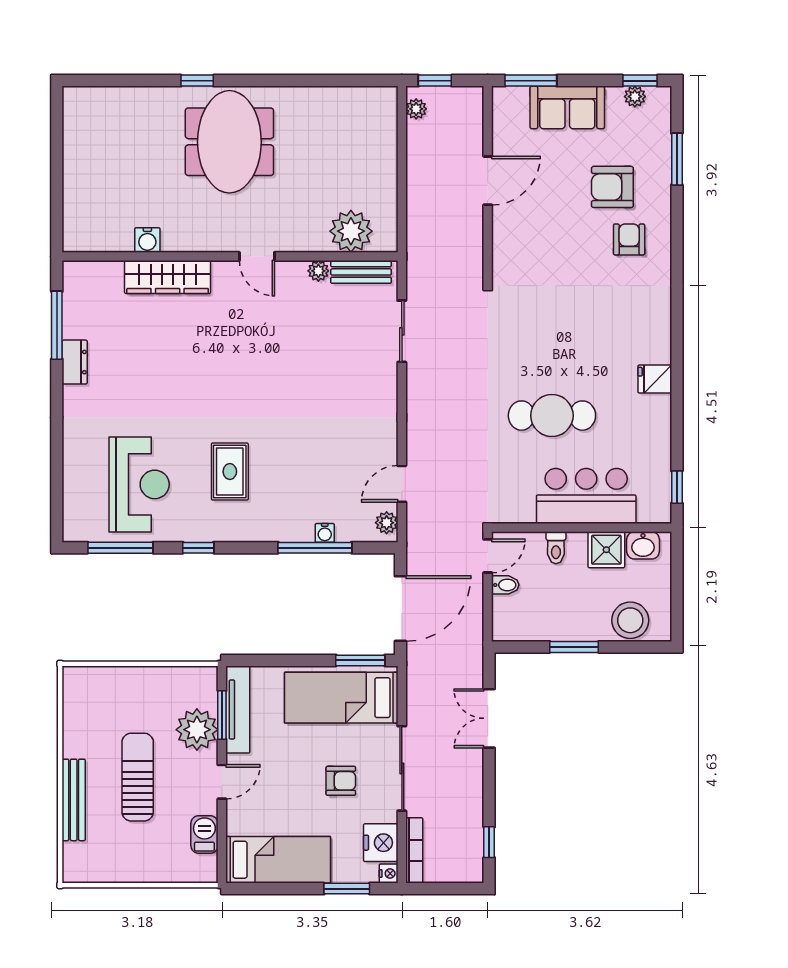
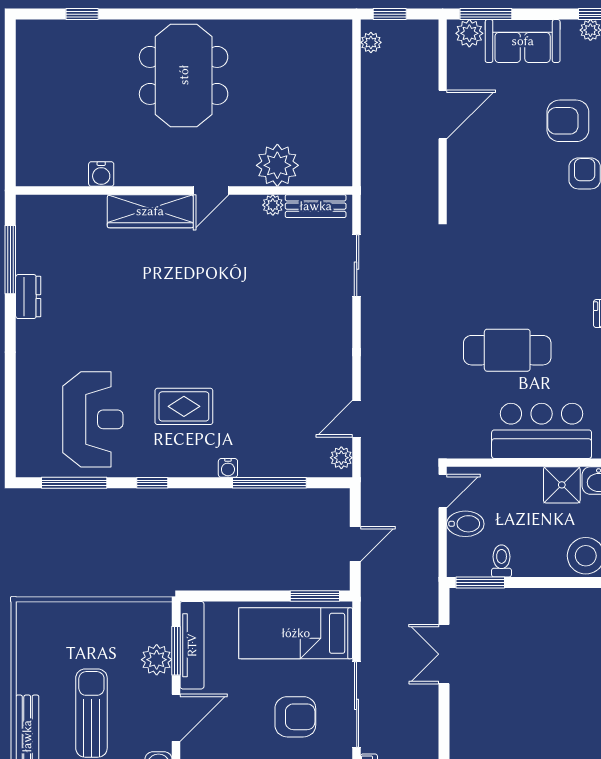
window: (197, 81) -> (82, 14), moved
plant: (514, 100) -> (469, 33), added
plant: (351, 231) -> (277, 165), moved
door: (257, 256) -> (211, 191), hinge flipped
wardrobe: (168, 277) -> (150, 211), moved
rug: (230, 472) -> (184, 406), turned 90
water cooler: (325, 533) -> (228, 468), moved
toilet: (556, 548) -> (502, 561), moved, turned 180
bidet: (505, 585) -> (465, 524), width x1.38, depth x1.36
door: (400, 609) -> (355, 544), width x0.53
window: (574, 647) -> (480, 582), moved
plant: (197, 730) -> (157, 660), width x0.73, depth x0.73
armchair: (341, 781) -> (295, 717), width x1.38, depth x1.38
door: (222, 782) -> (176, 718), width x1.38

